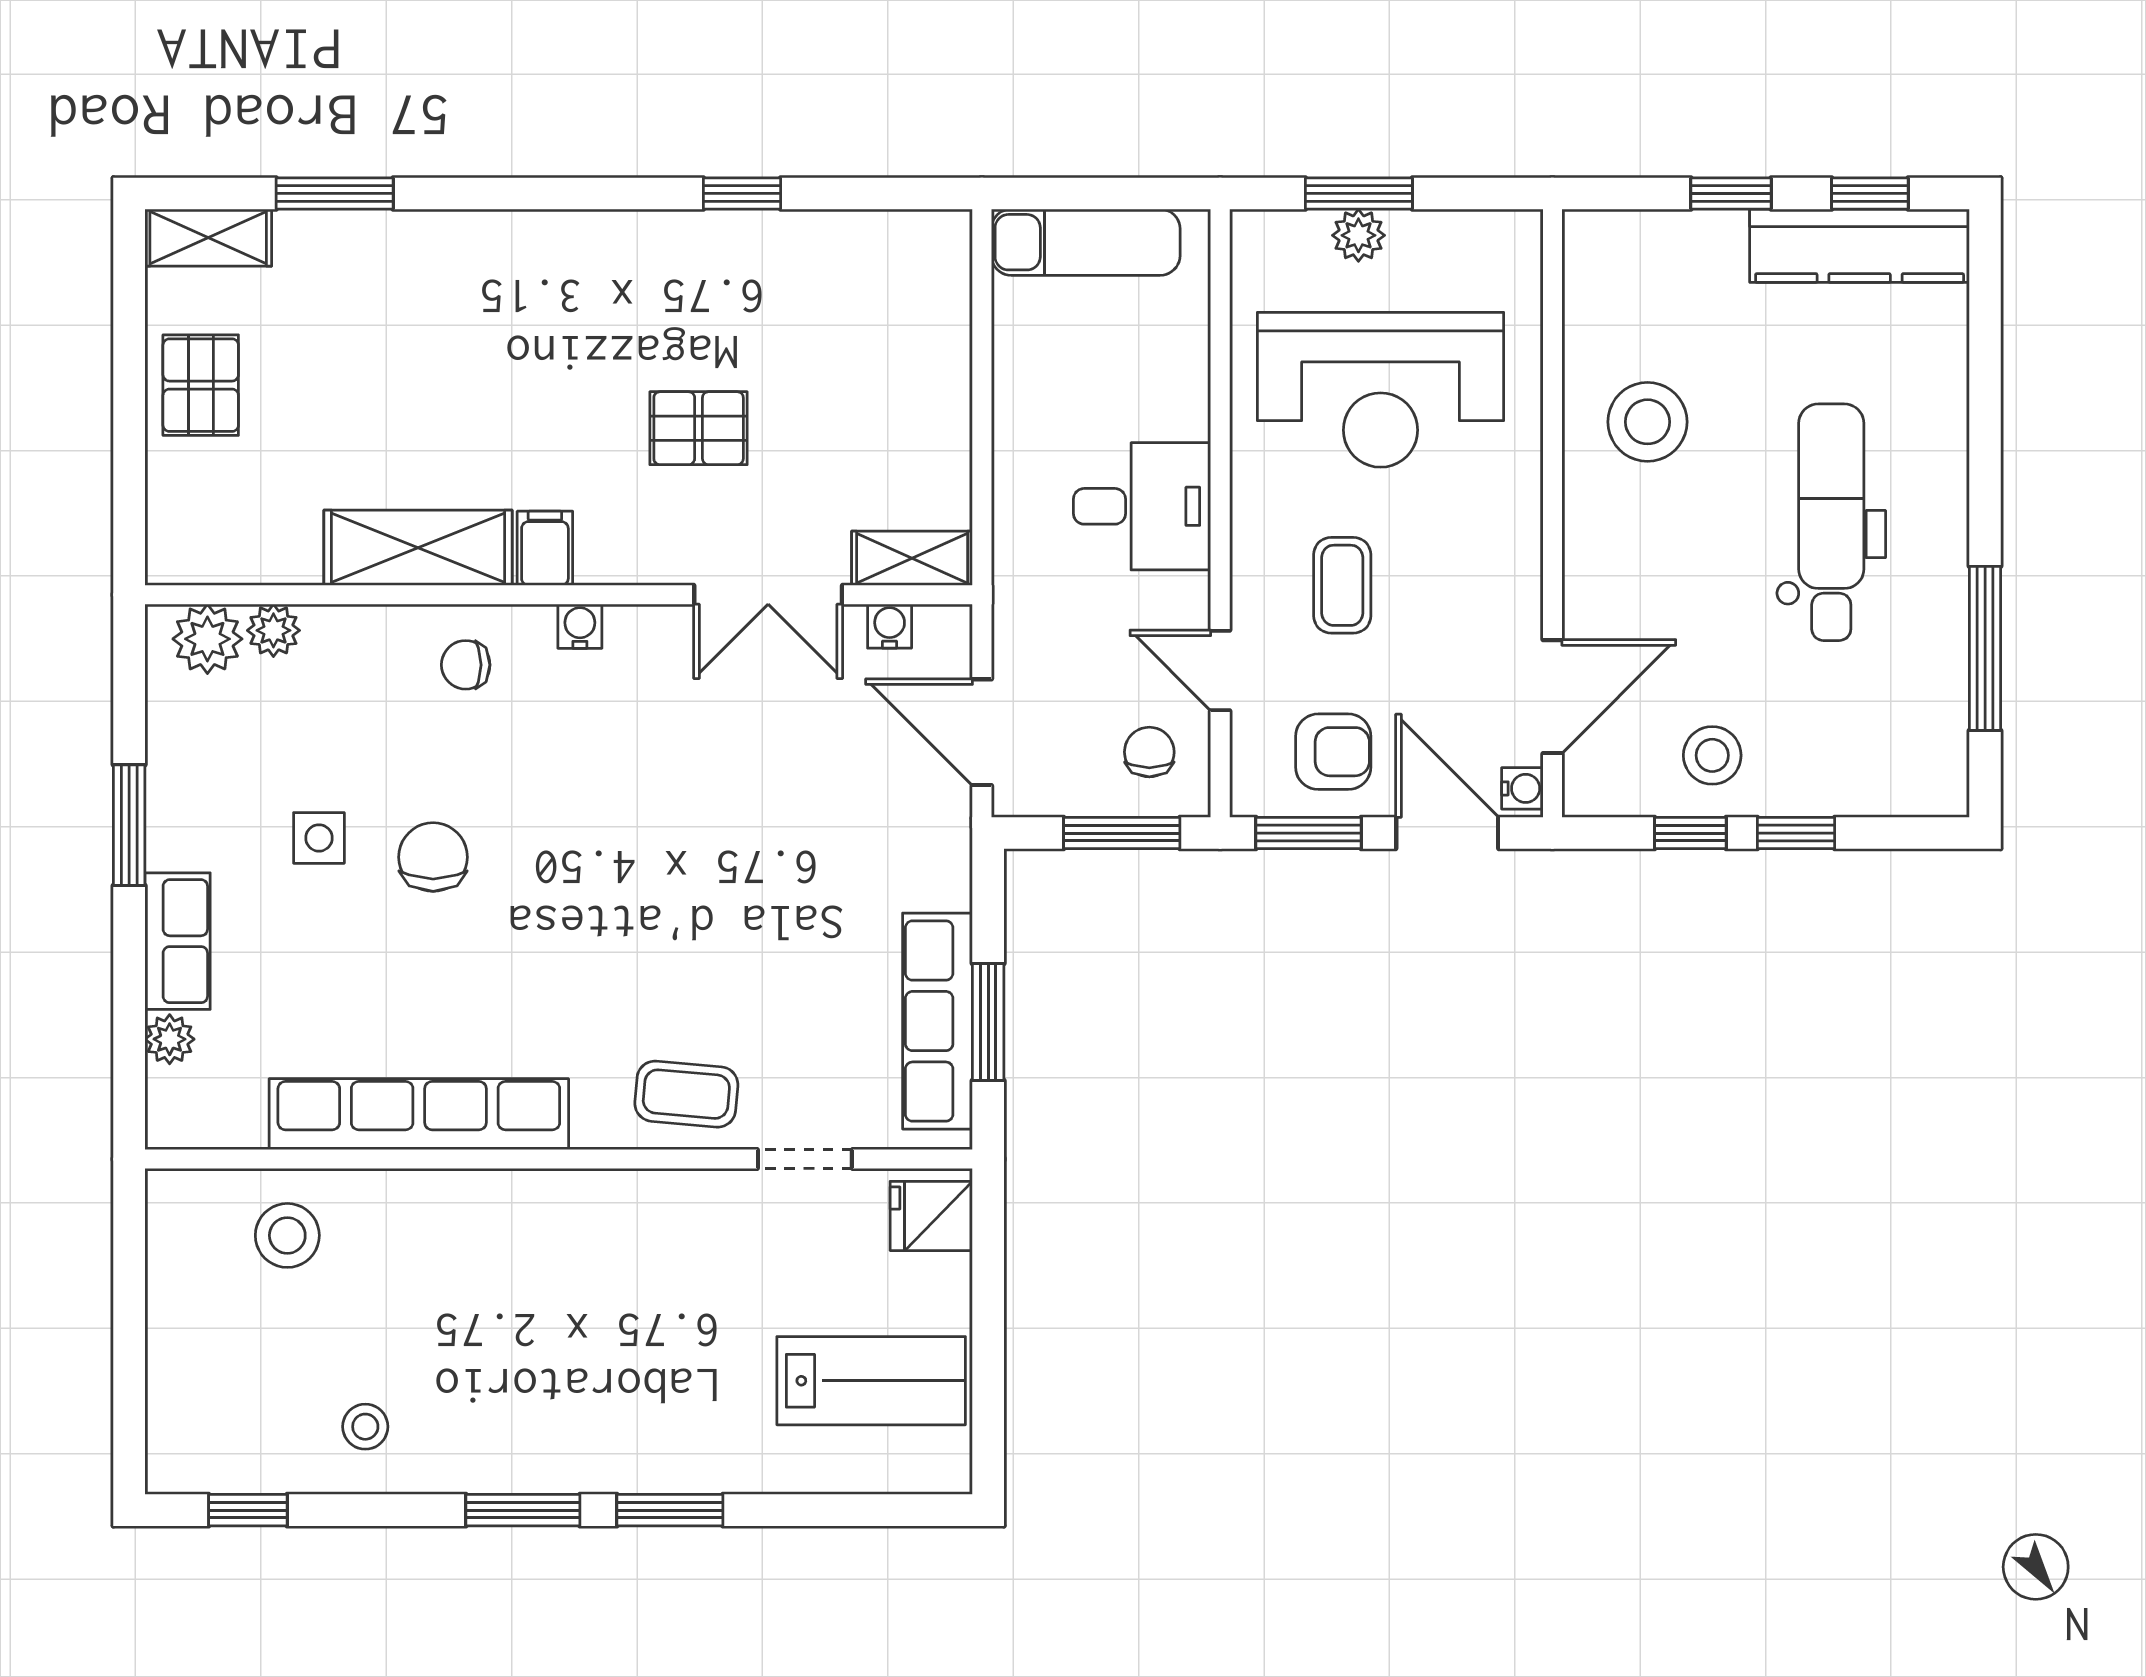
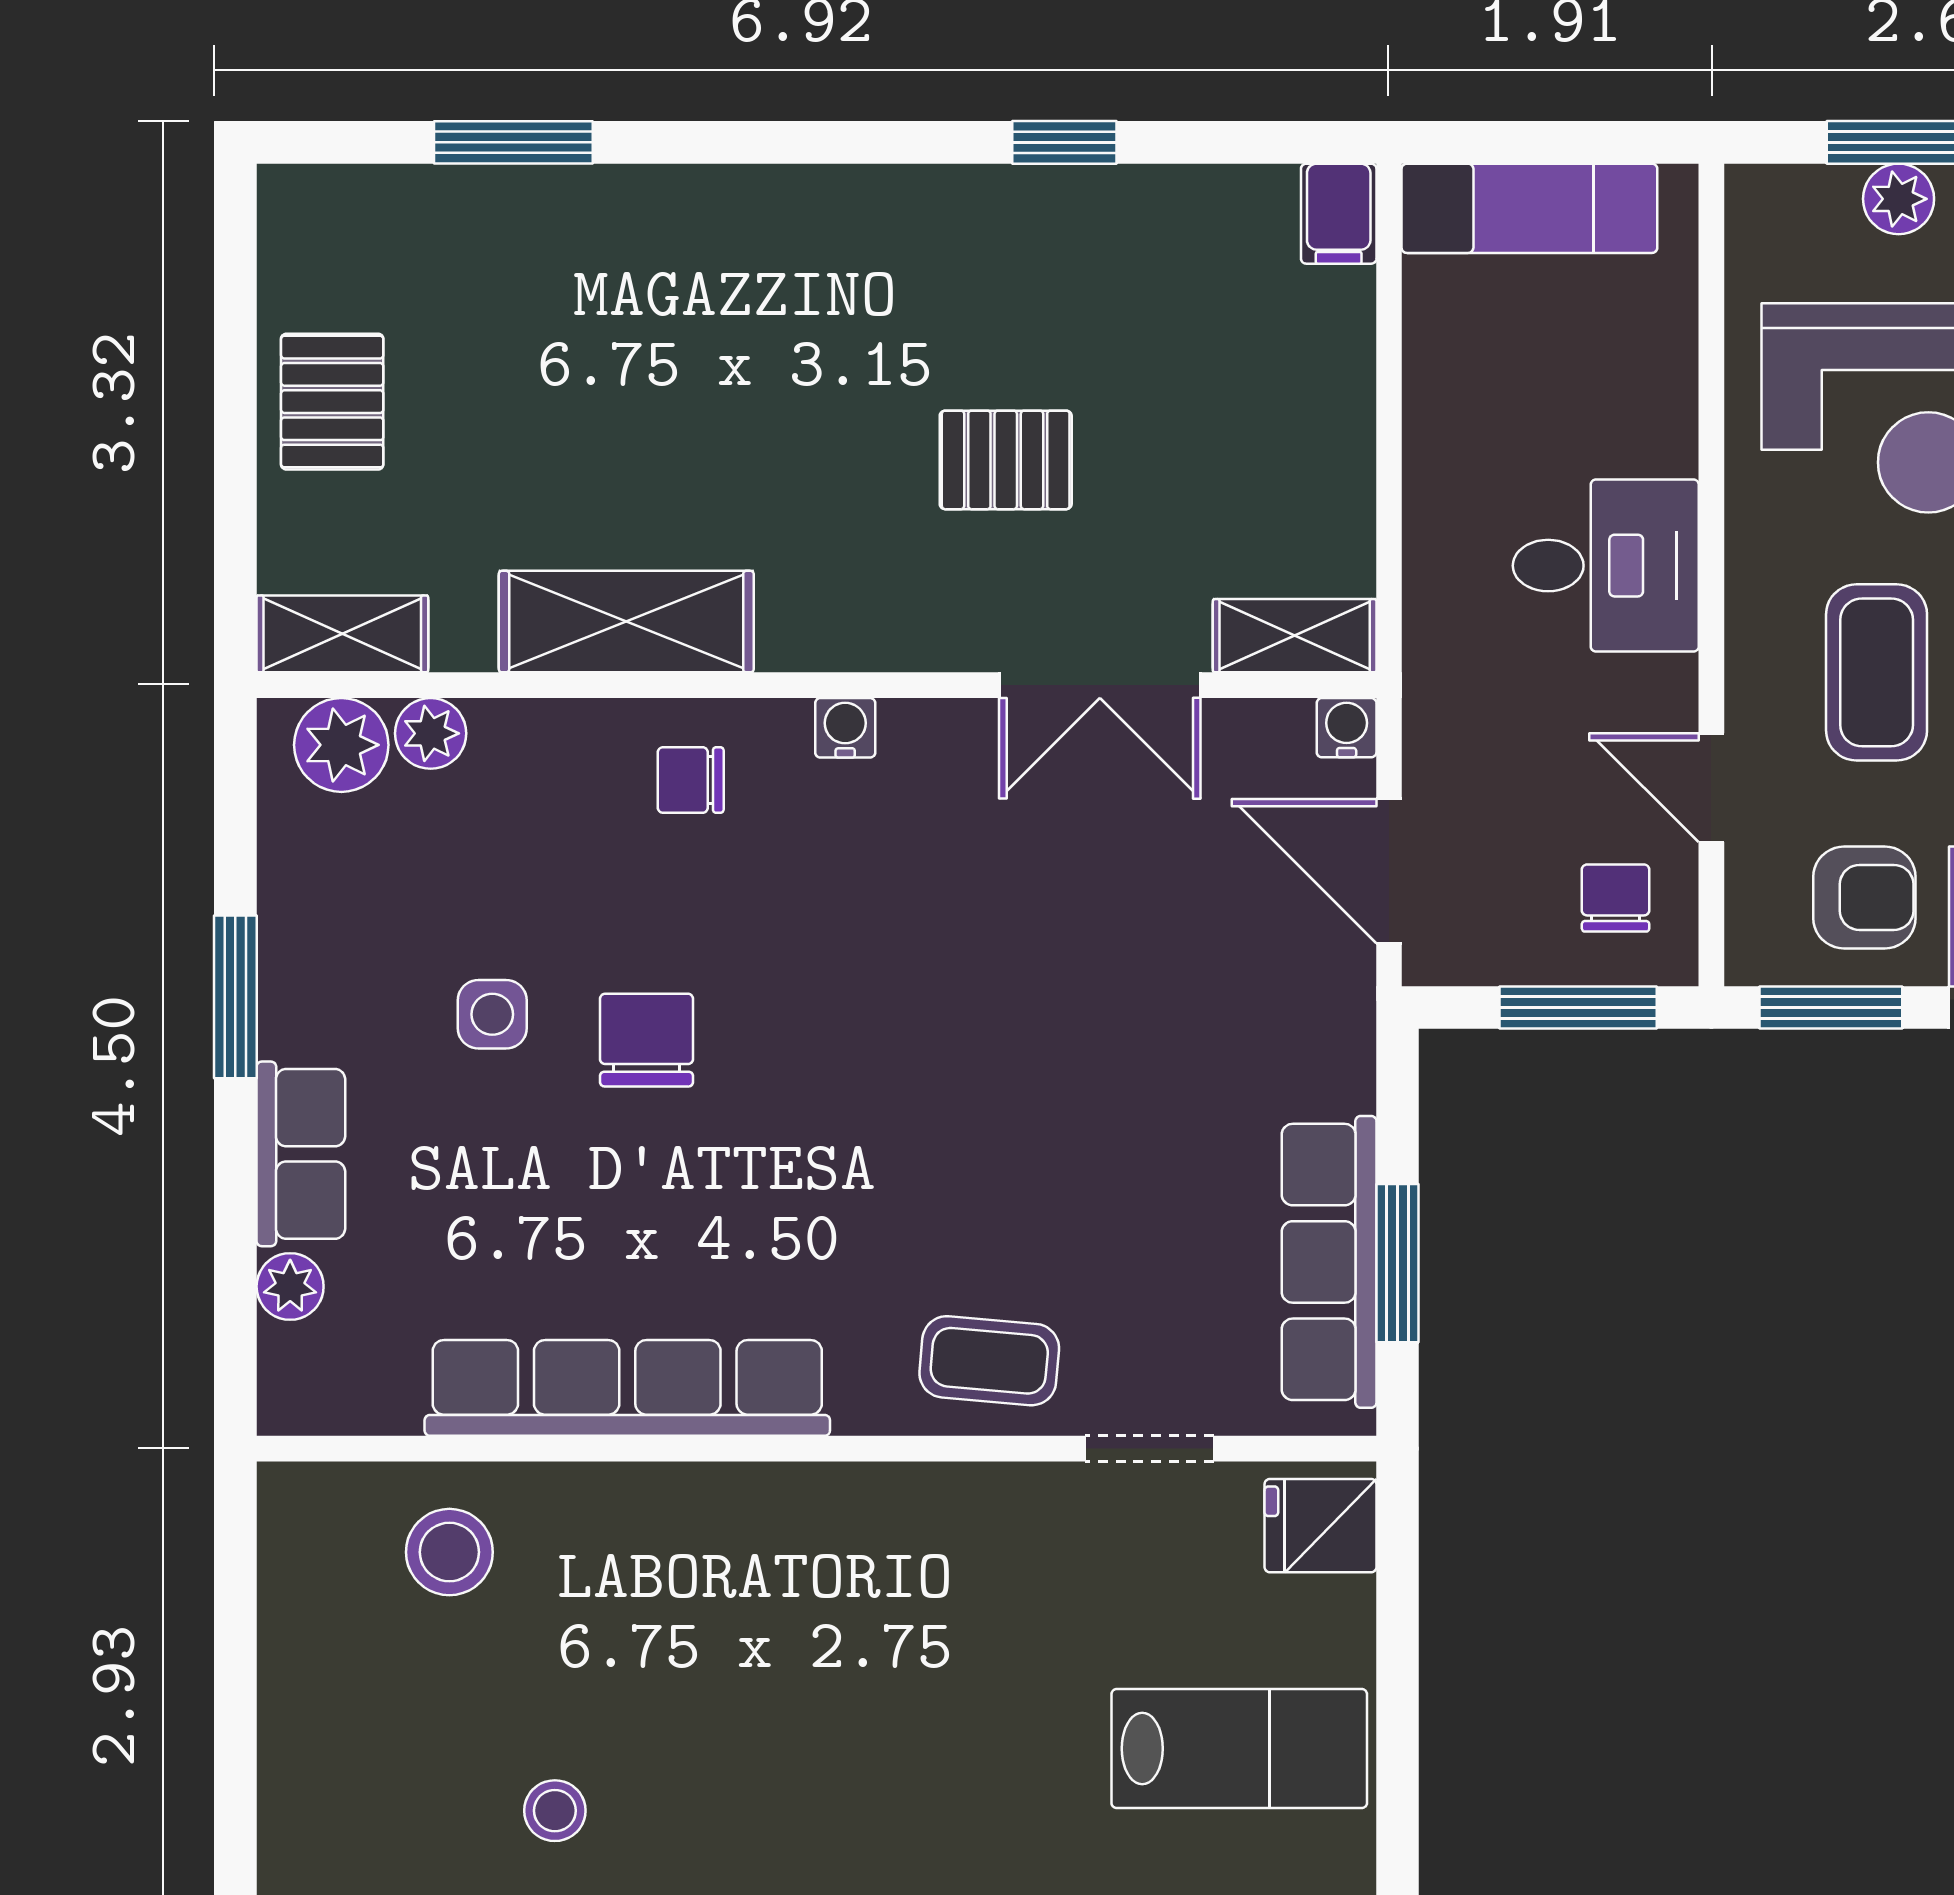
shelving: (208, 238) -> (342, 634), moved
filing cabinet: (545, 548) -> (1339, 214), moved, turned 180
coffee table: (1342, 585) -> (1877, 672), width x1.36, depth x1.30
water cooler: (890, 626) -> (1347, 728), moved

